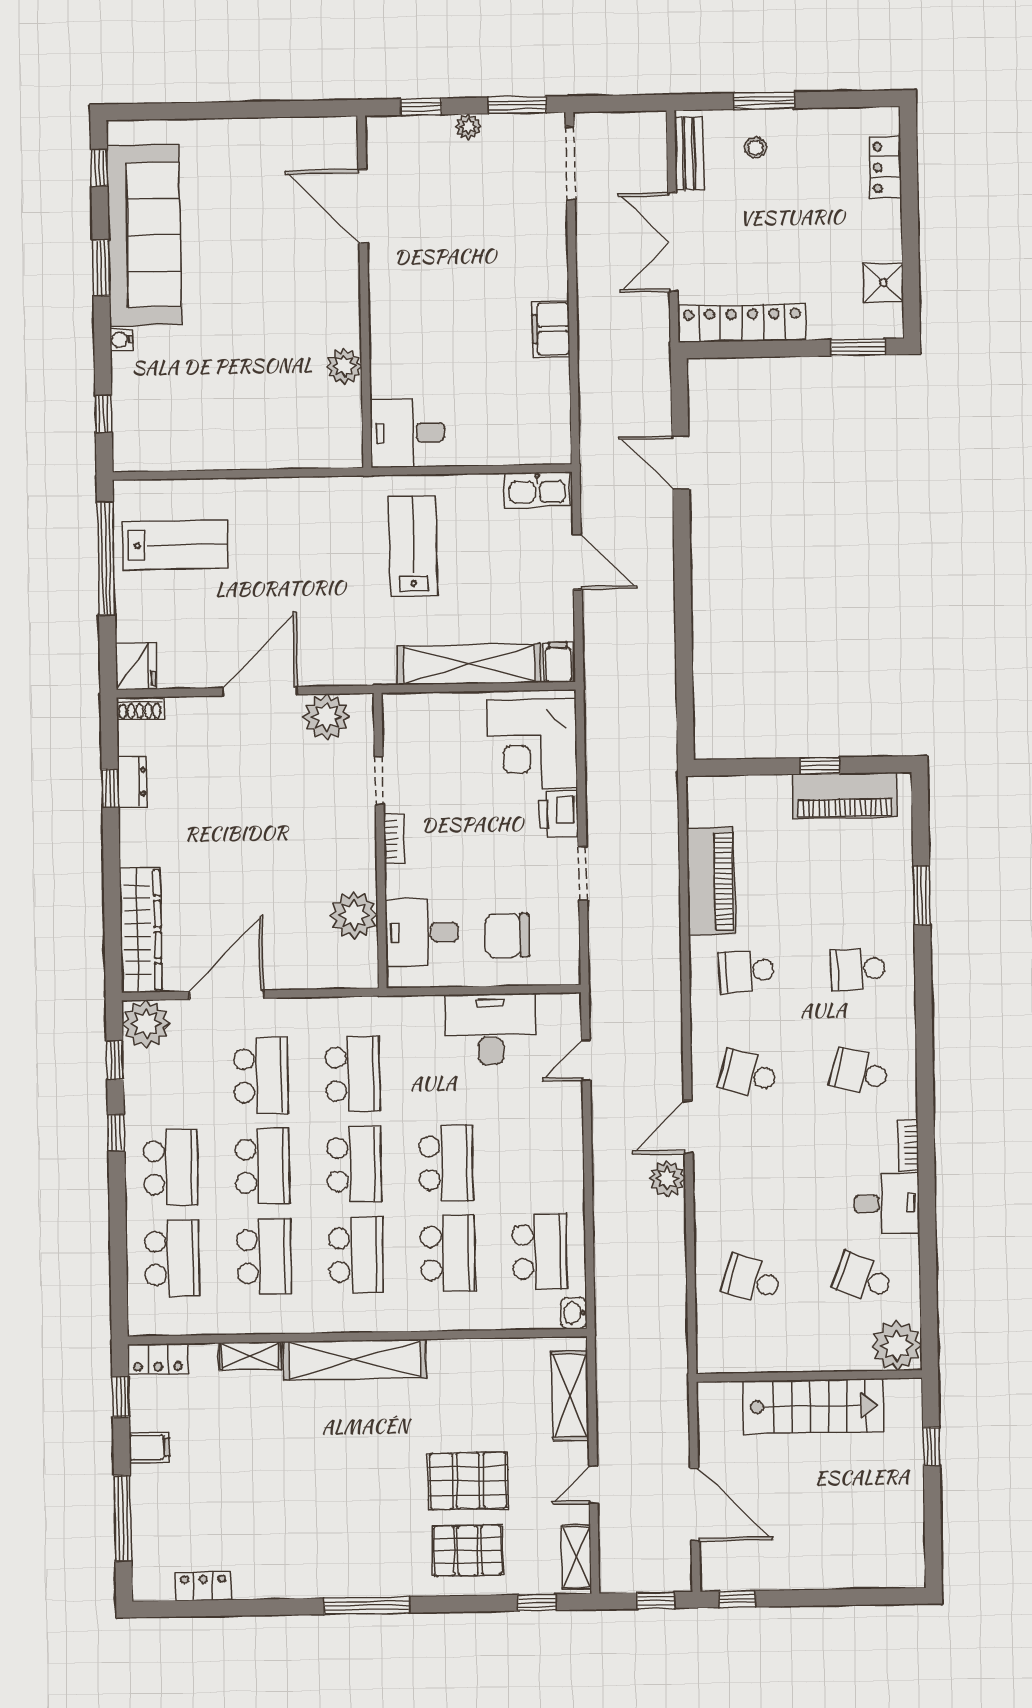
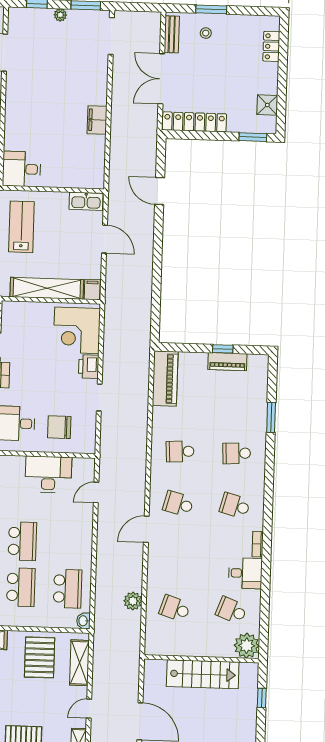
piano: (845, 796) -> (227, 362), width x0.73, depth x0.75
piano: (711, 881) -> (165, 378), moved
plant: (667, 1179) -> (133, 601), moved
pallet: (468, 1481) -> (40, 657), moved, turned 90

